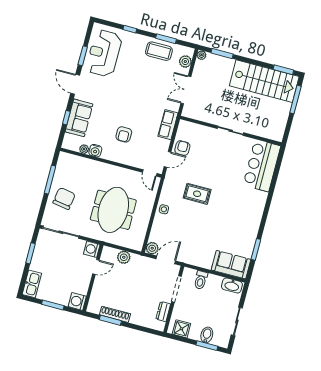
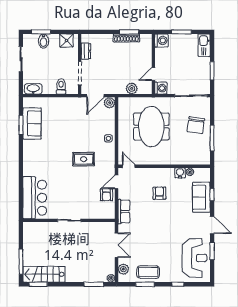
stairs: (264, 81) -> (44, 274), width x0.73, depth x0.66
sofa: (231, 265) -> (32, 123), moved, turned -90

